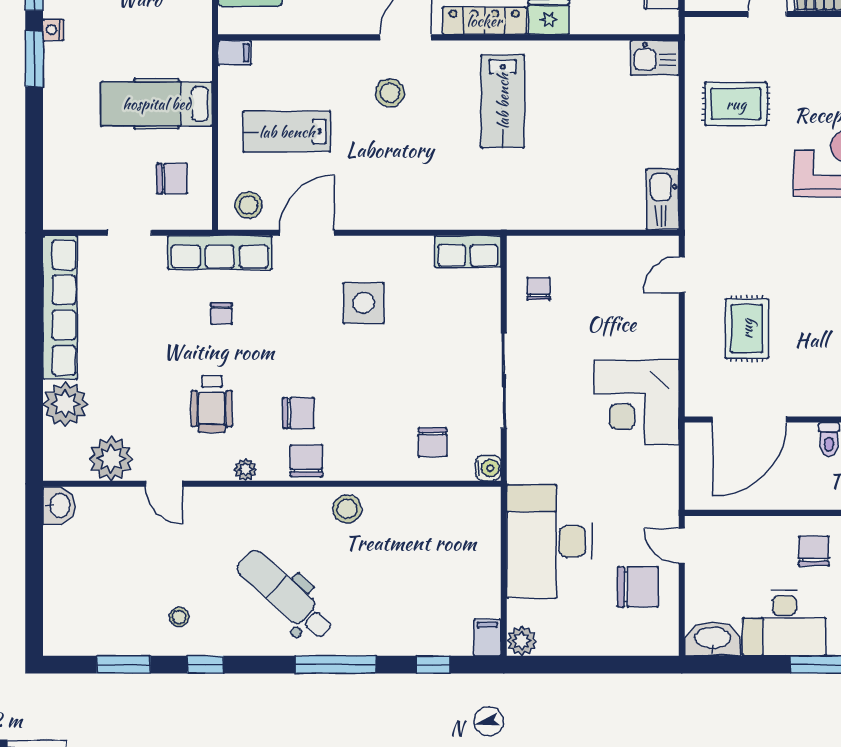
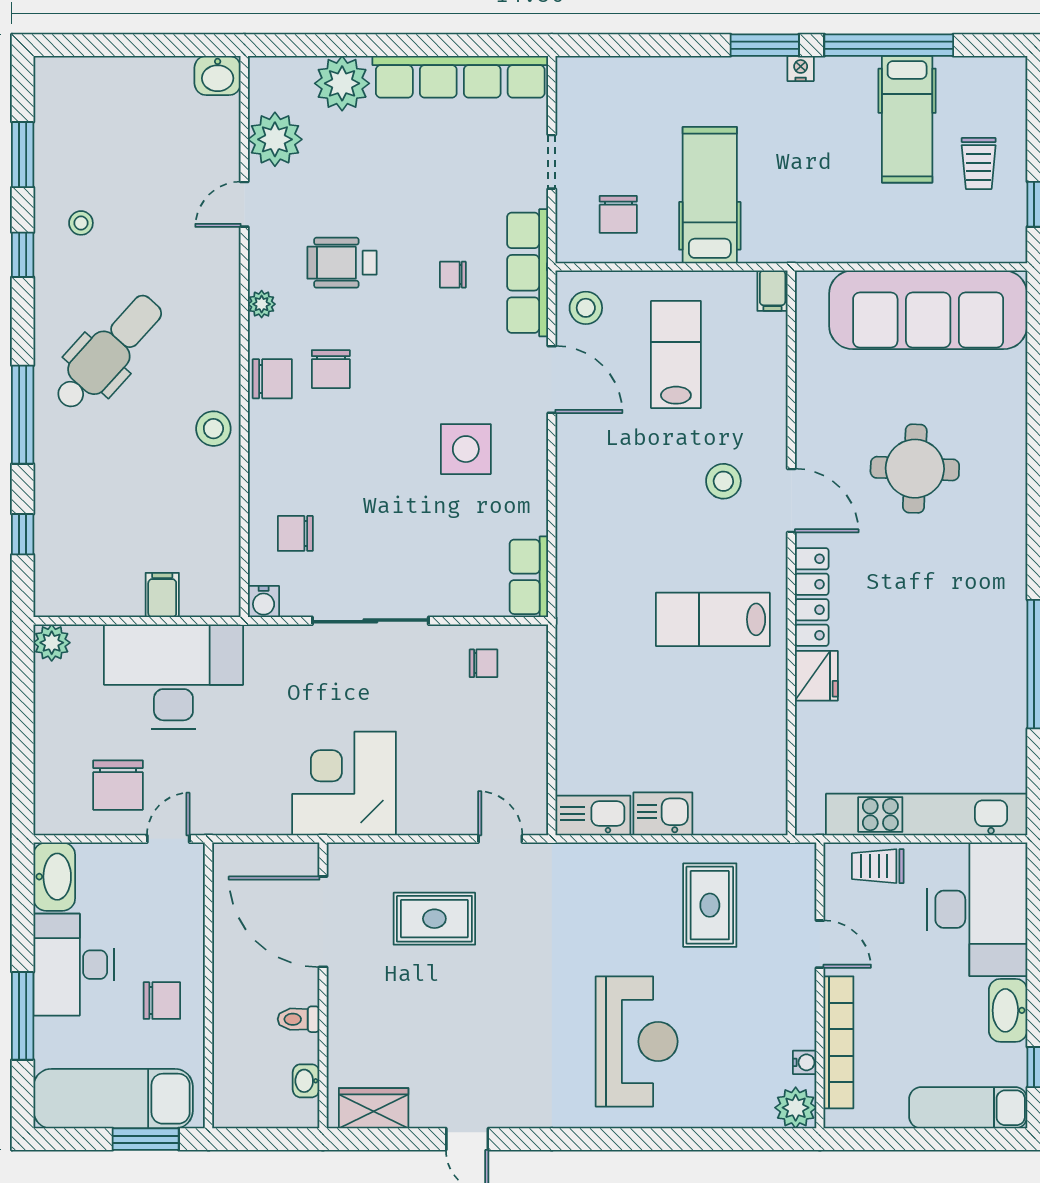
kitchen sink: (655, 58) -> (663, 814), moved, turned 90
filing cabinet: (487, 638) -> (162, 595), moved, turned -90

